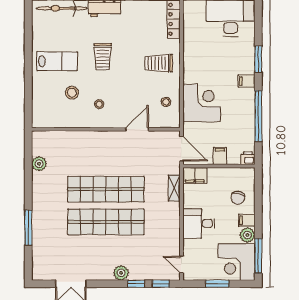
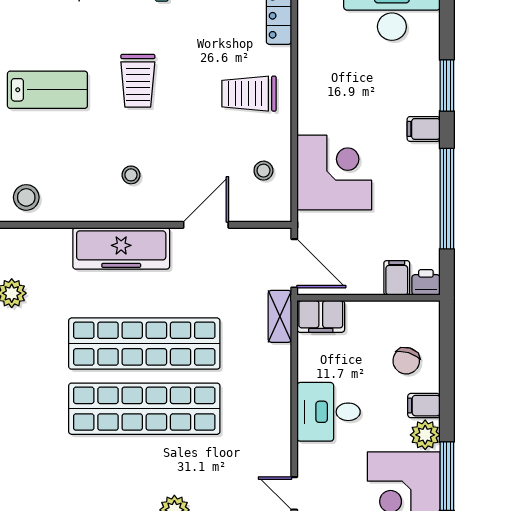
stool: (72, 93) -> (26, 197), moved
freezer: (94, 141) -> (121, 248), added
filing cabinet: (220, 156) -> (397, 278), moved
shelving: (174, 188) -> (280, 316), moved

